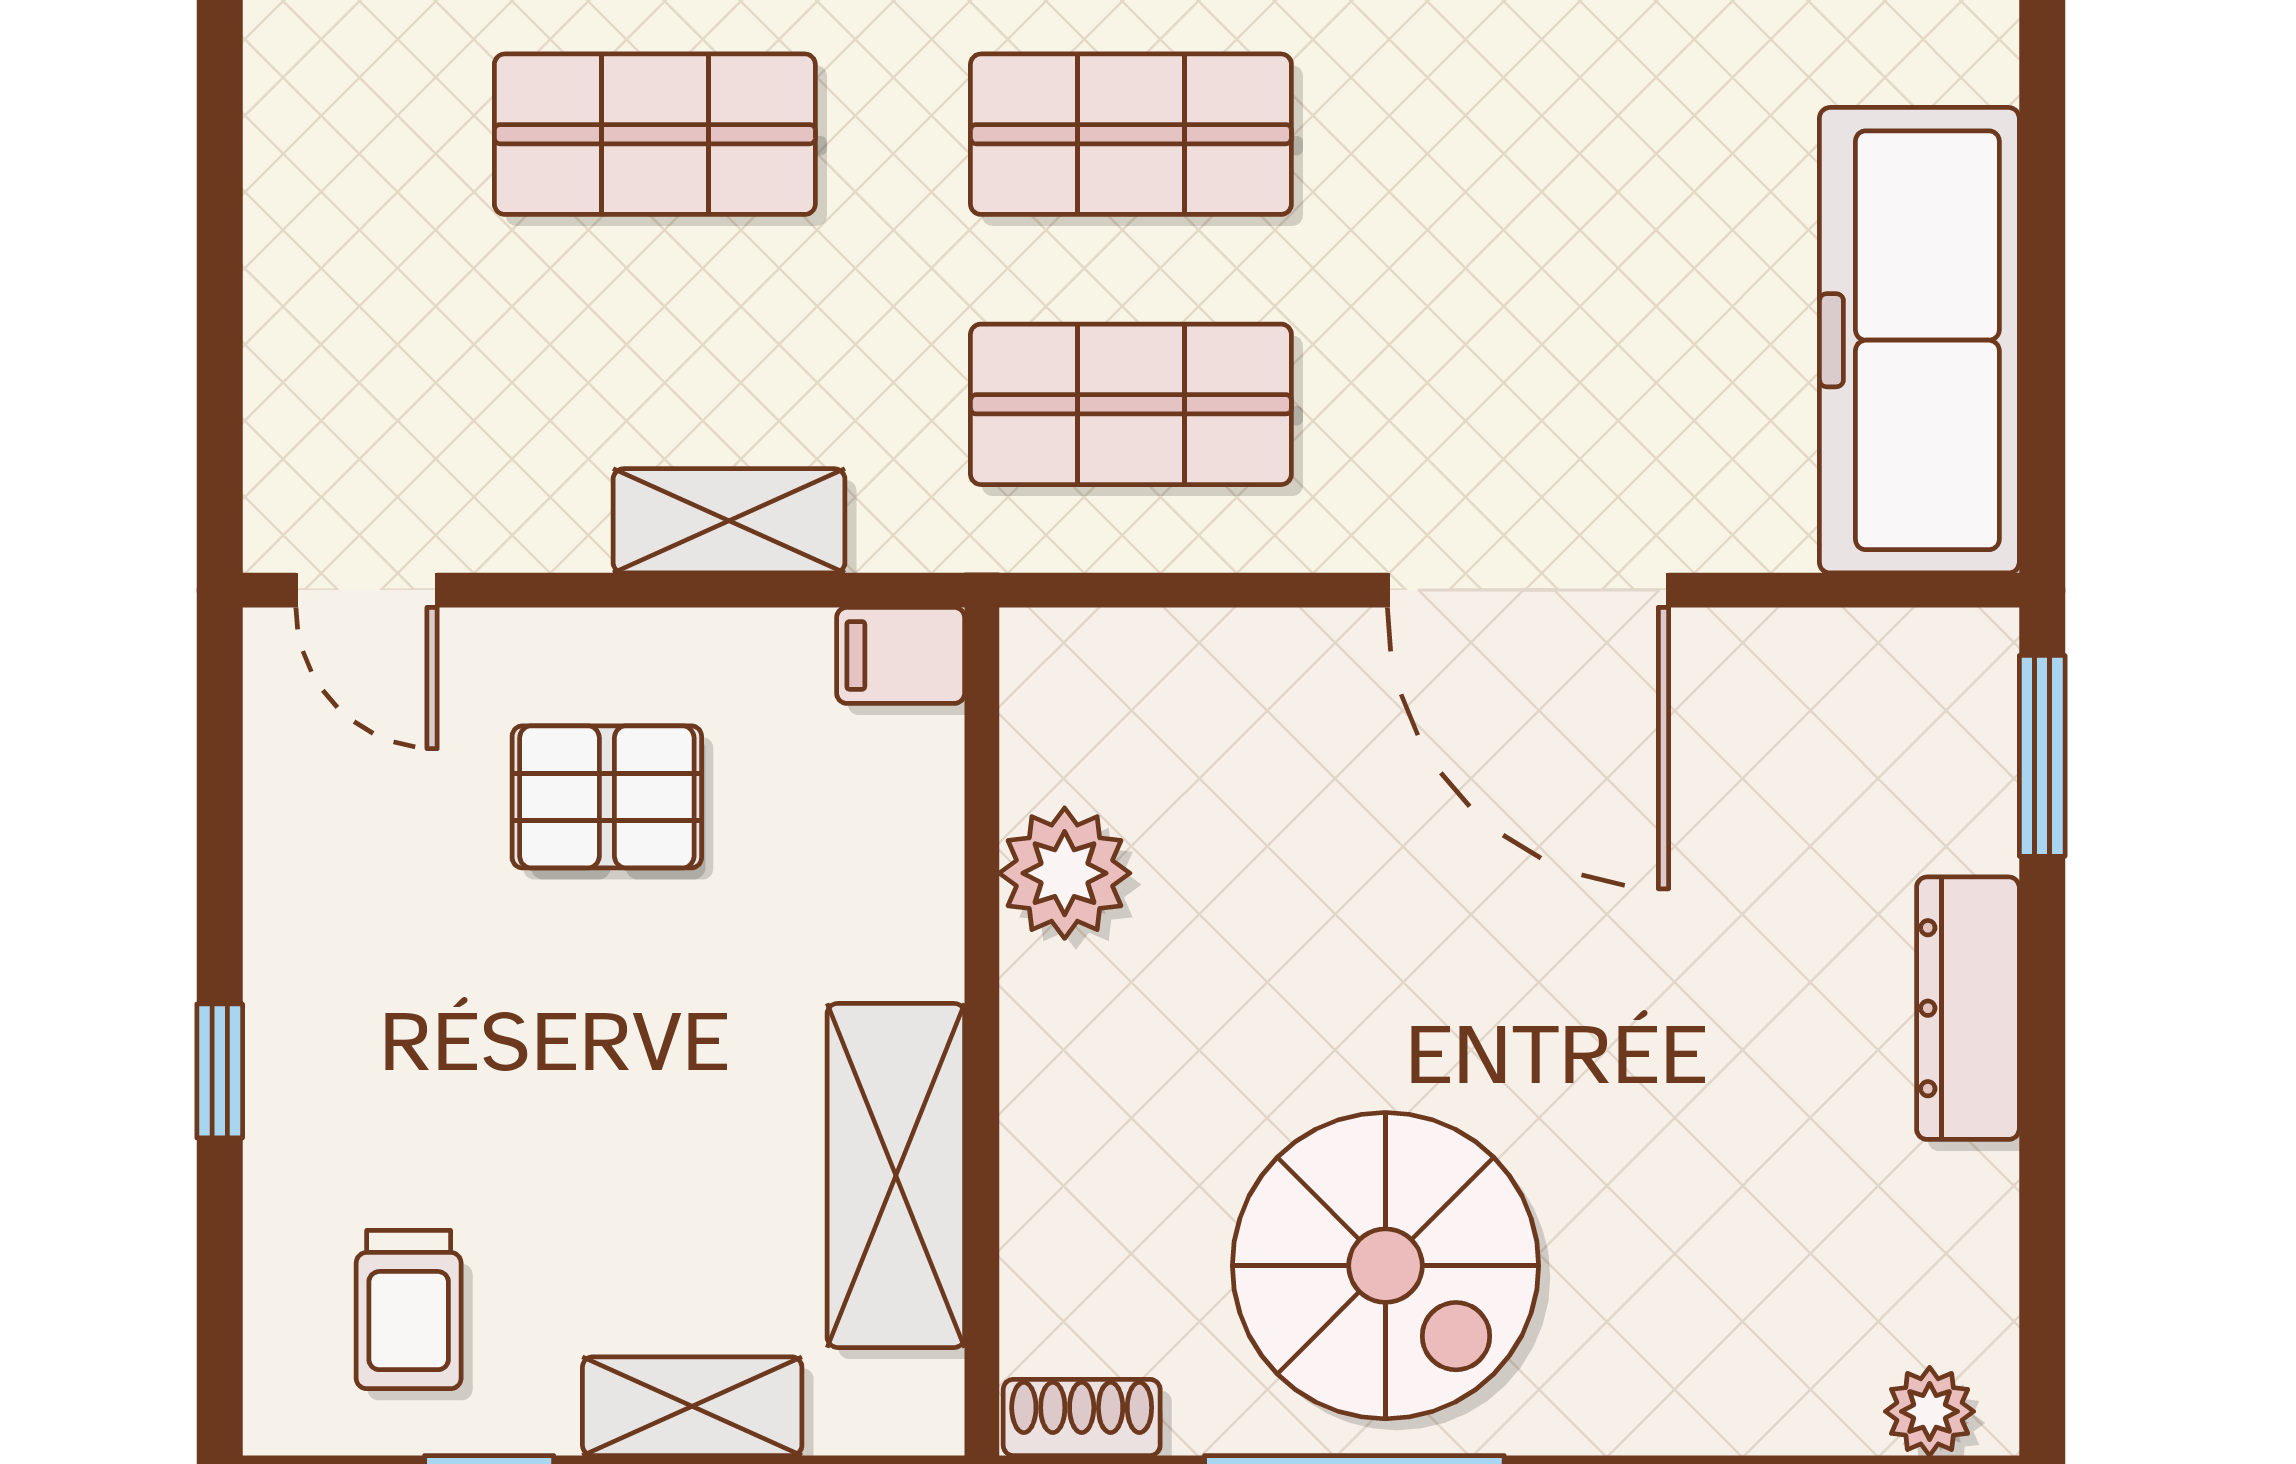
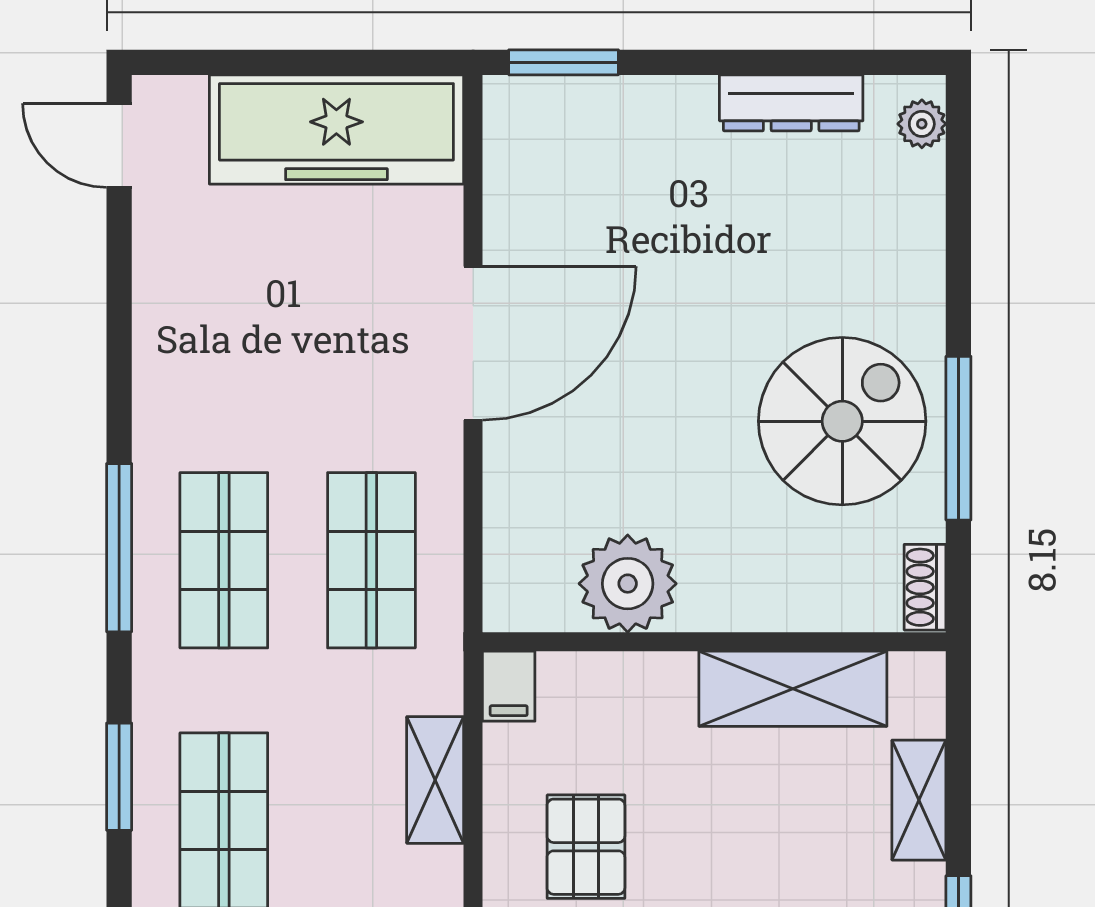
plant: (1065, 873) -> (628, 584), width x1.36, depth x1.36
dresser: (1968, 1008) -> (791, 103), moved

